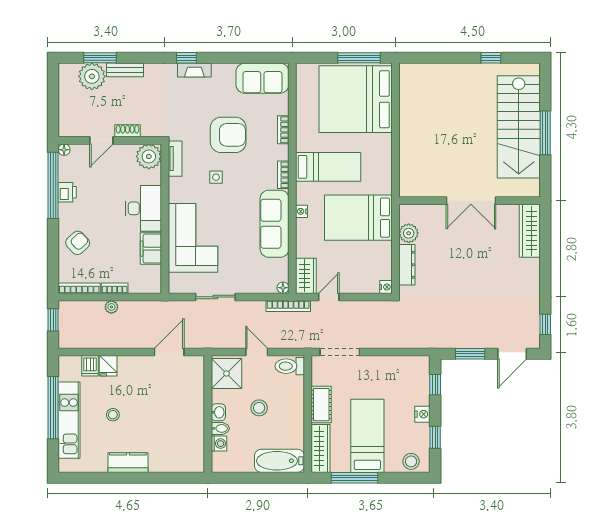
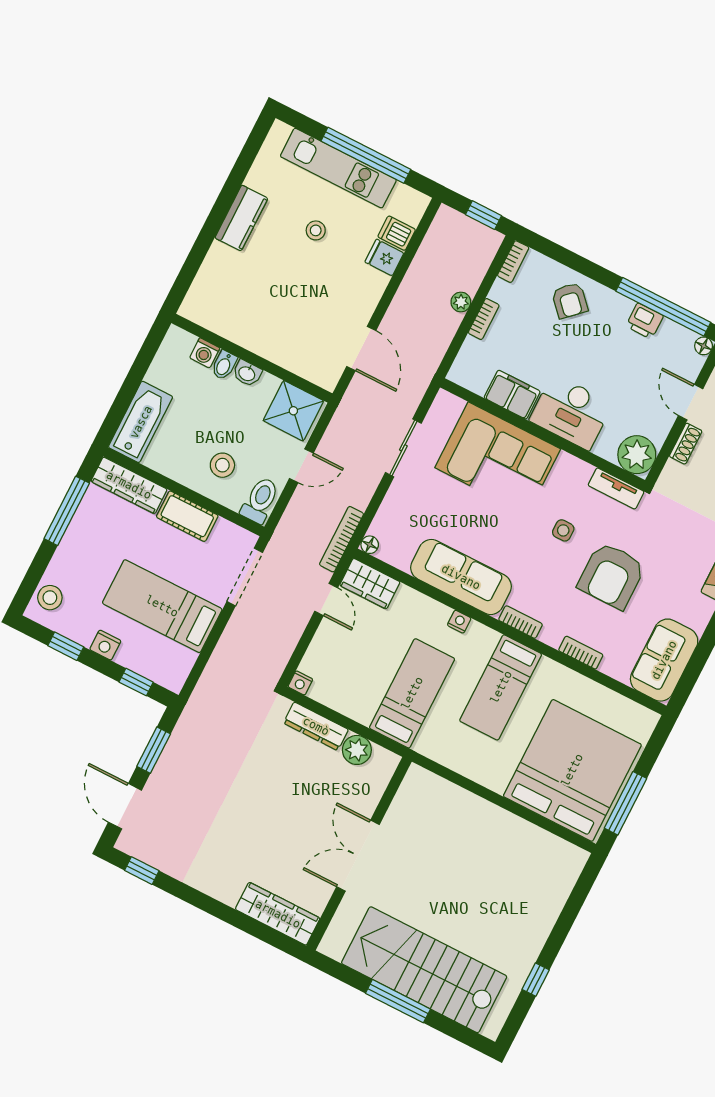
bed: (358, 218) -> (412, 693), width x0.67
bookcase: (79, 288) -> (513, 262), width x0.64
stool: (259, 408) -> (222, 465), moved
bed: (367, 436) -> (162, 606), moved, turned 180

